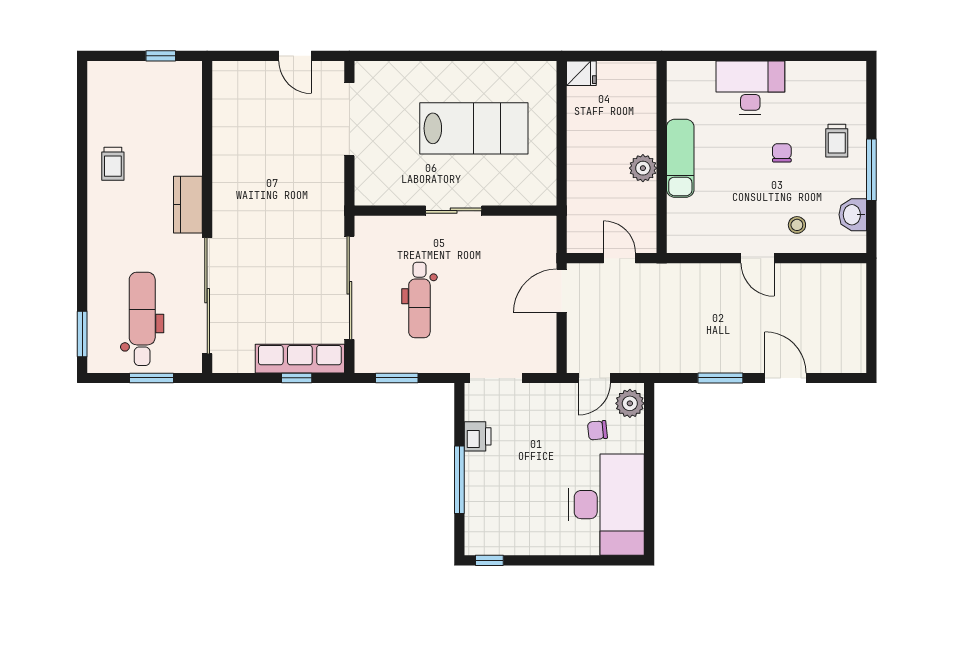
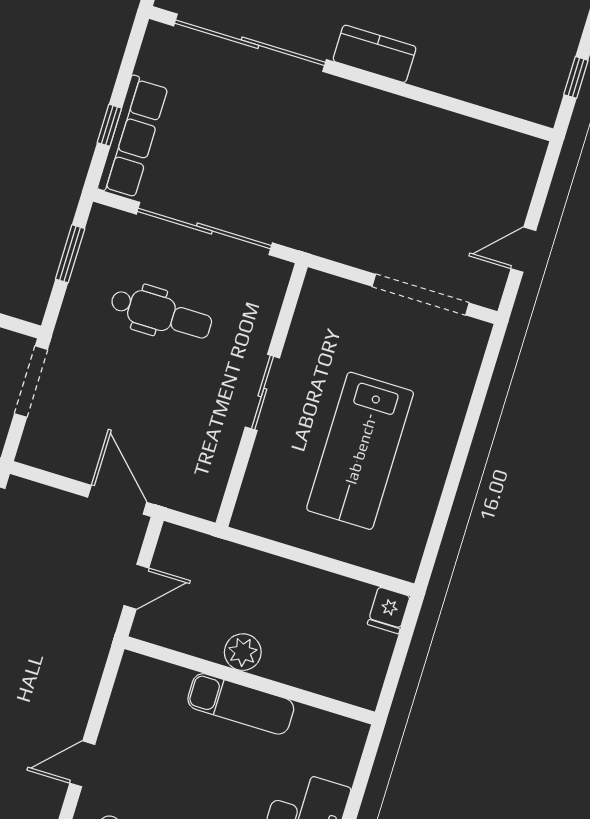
dental chair: (419, 300) -> (161, 314), turned 180

